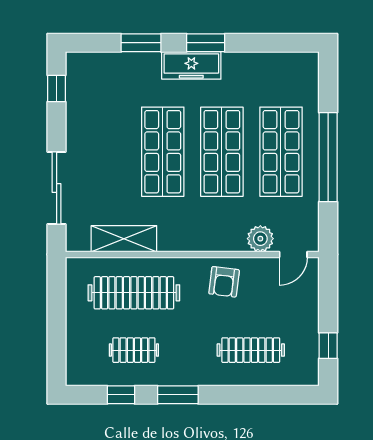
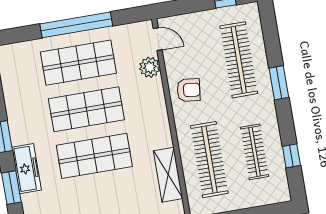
freezer: (191, 65) -> (27, 169), moved
clothes rail: (134, 350) -> (255, 152), width x1.36
clothes rail: (251, 350) -> (239, 60), width x1.37, depth x1.31
window: (178, 395) -> (279, 83), moved

